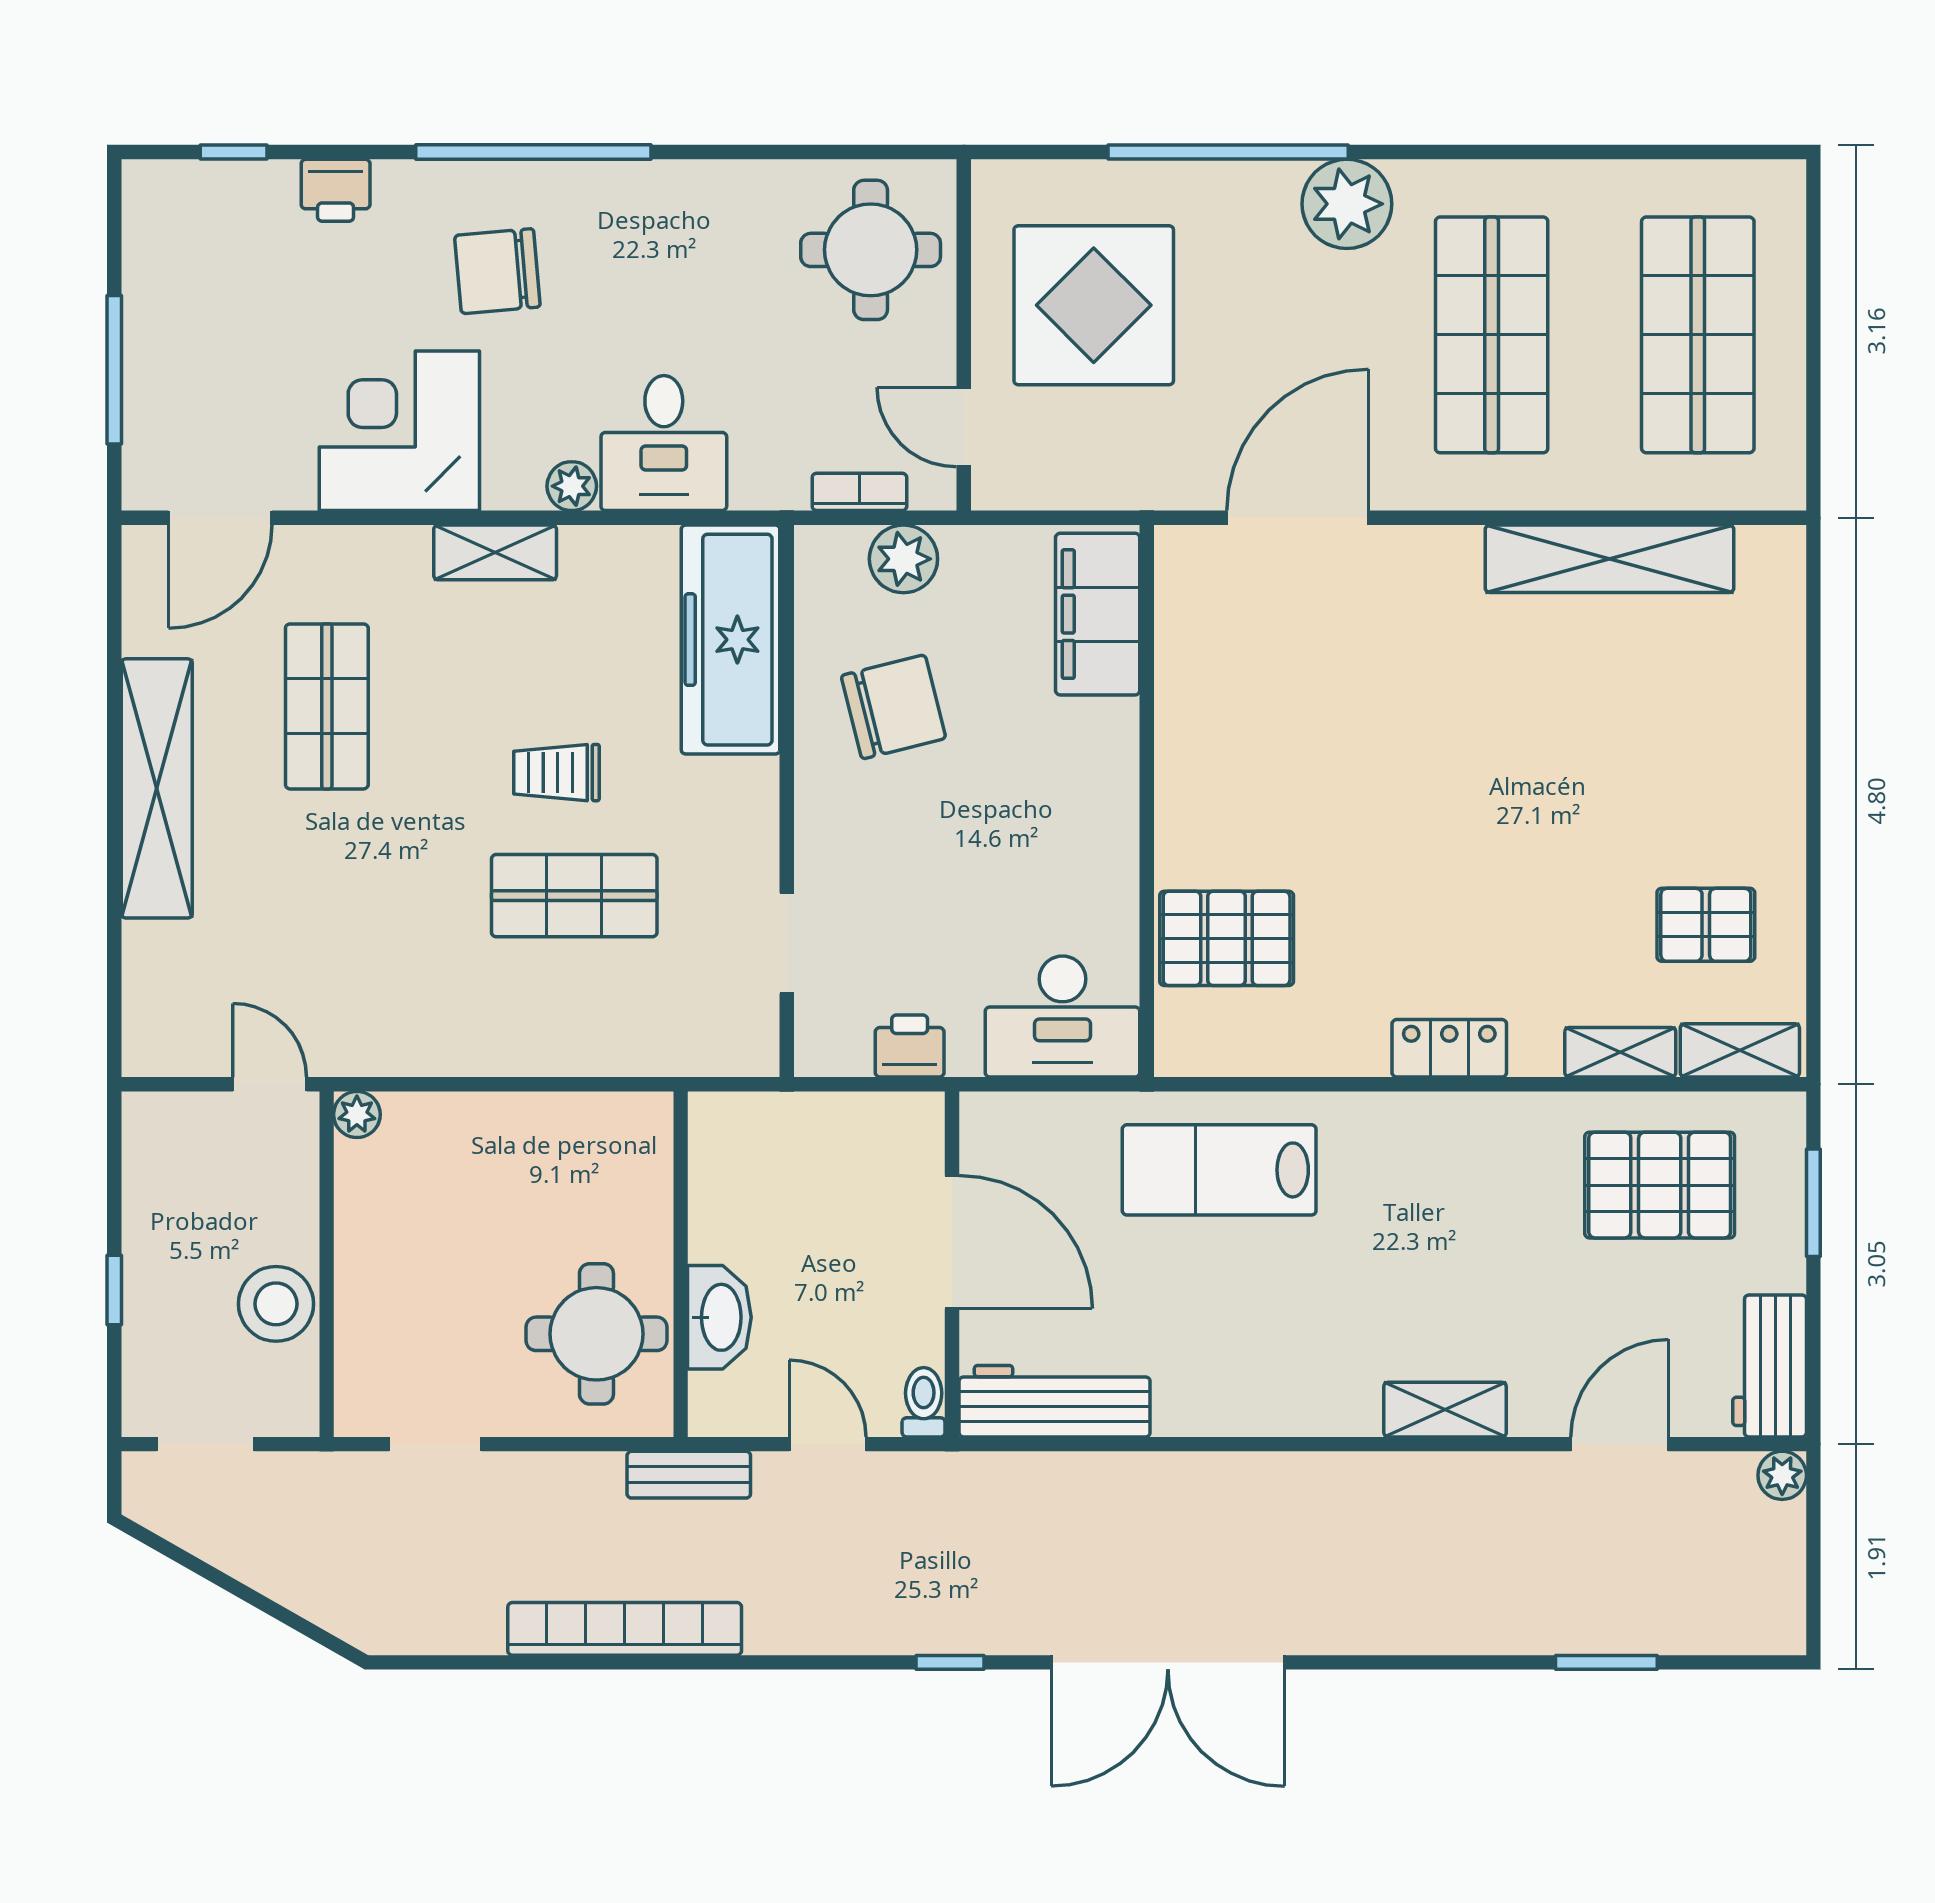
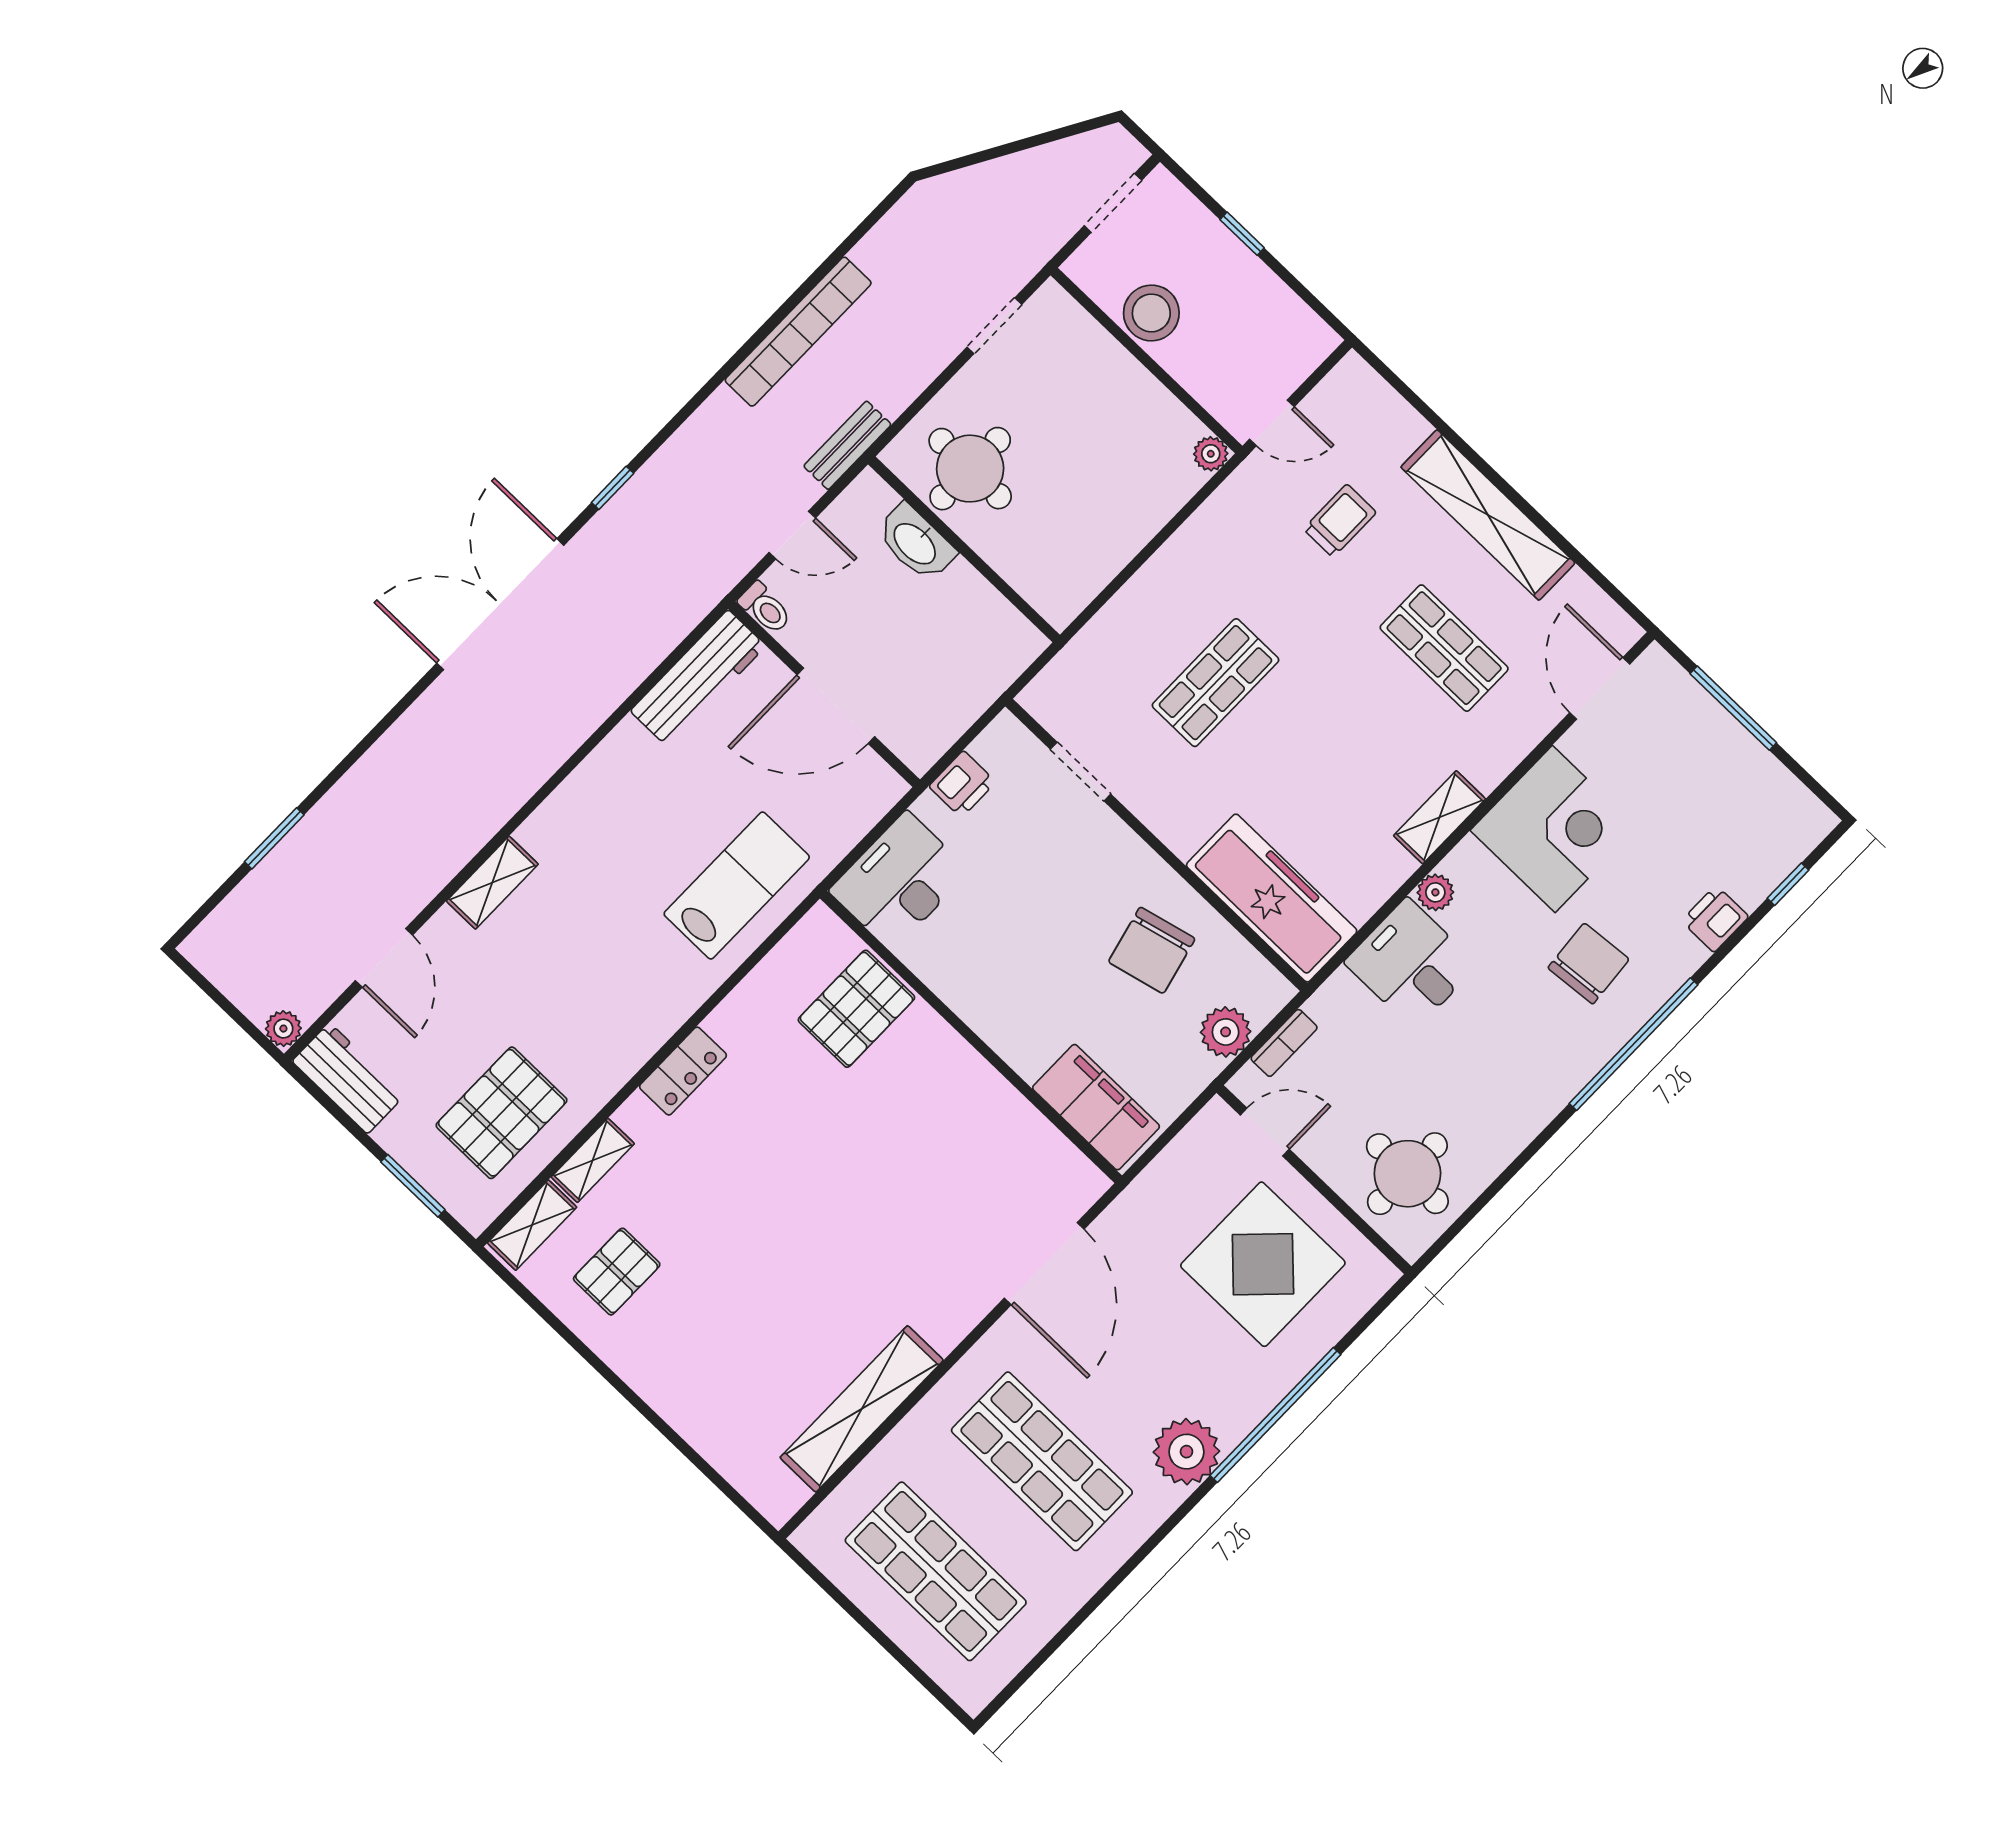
trolley: (556, 773) -> (1340, 521), moved

